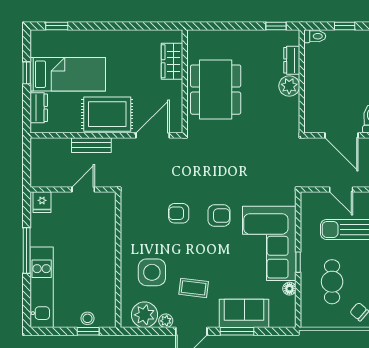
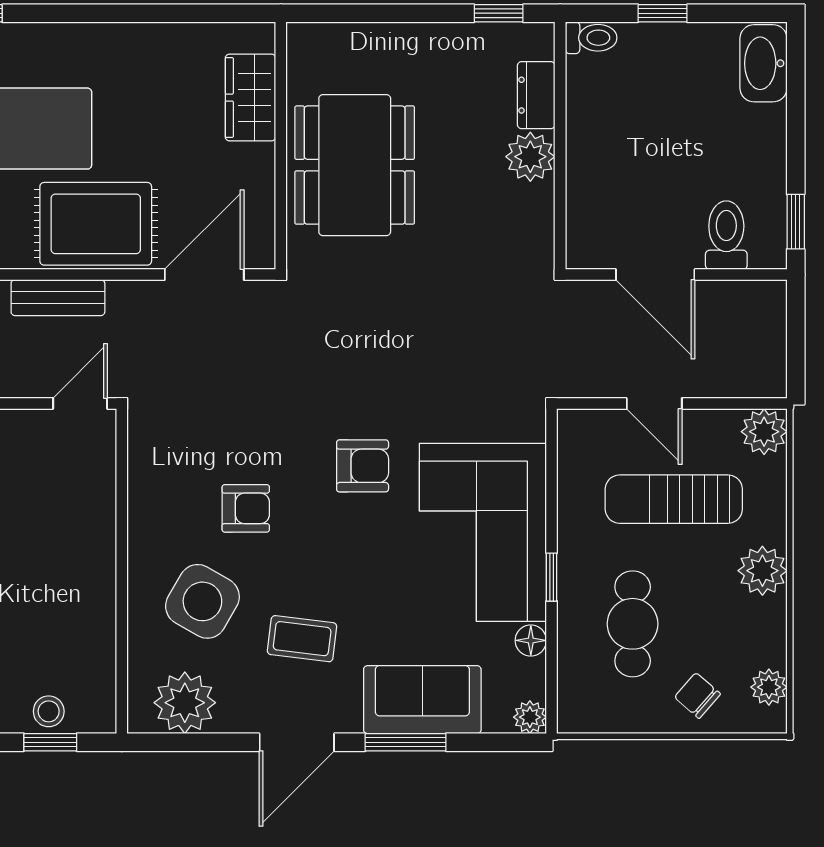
door: (83, 189) -> (80, 404), moved
armchair: (179, 213) -> (246, 508), moved, turned 180
side table: (152, 272) -> (202, 601), turned 30
plant: (166, 321) -> (530, 717), moved

